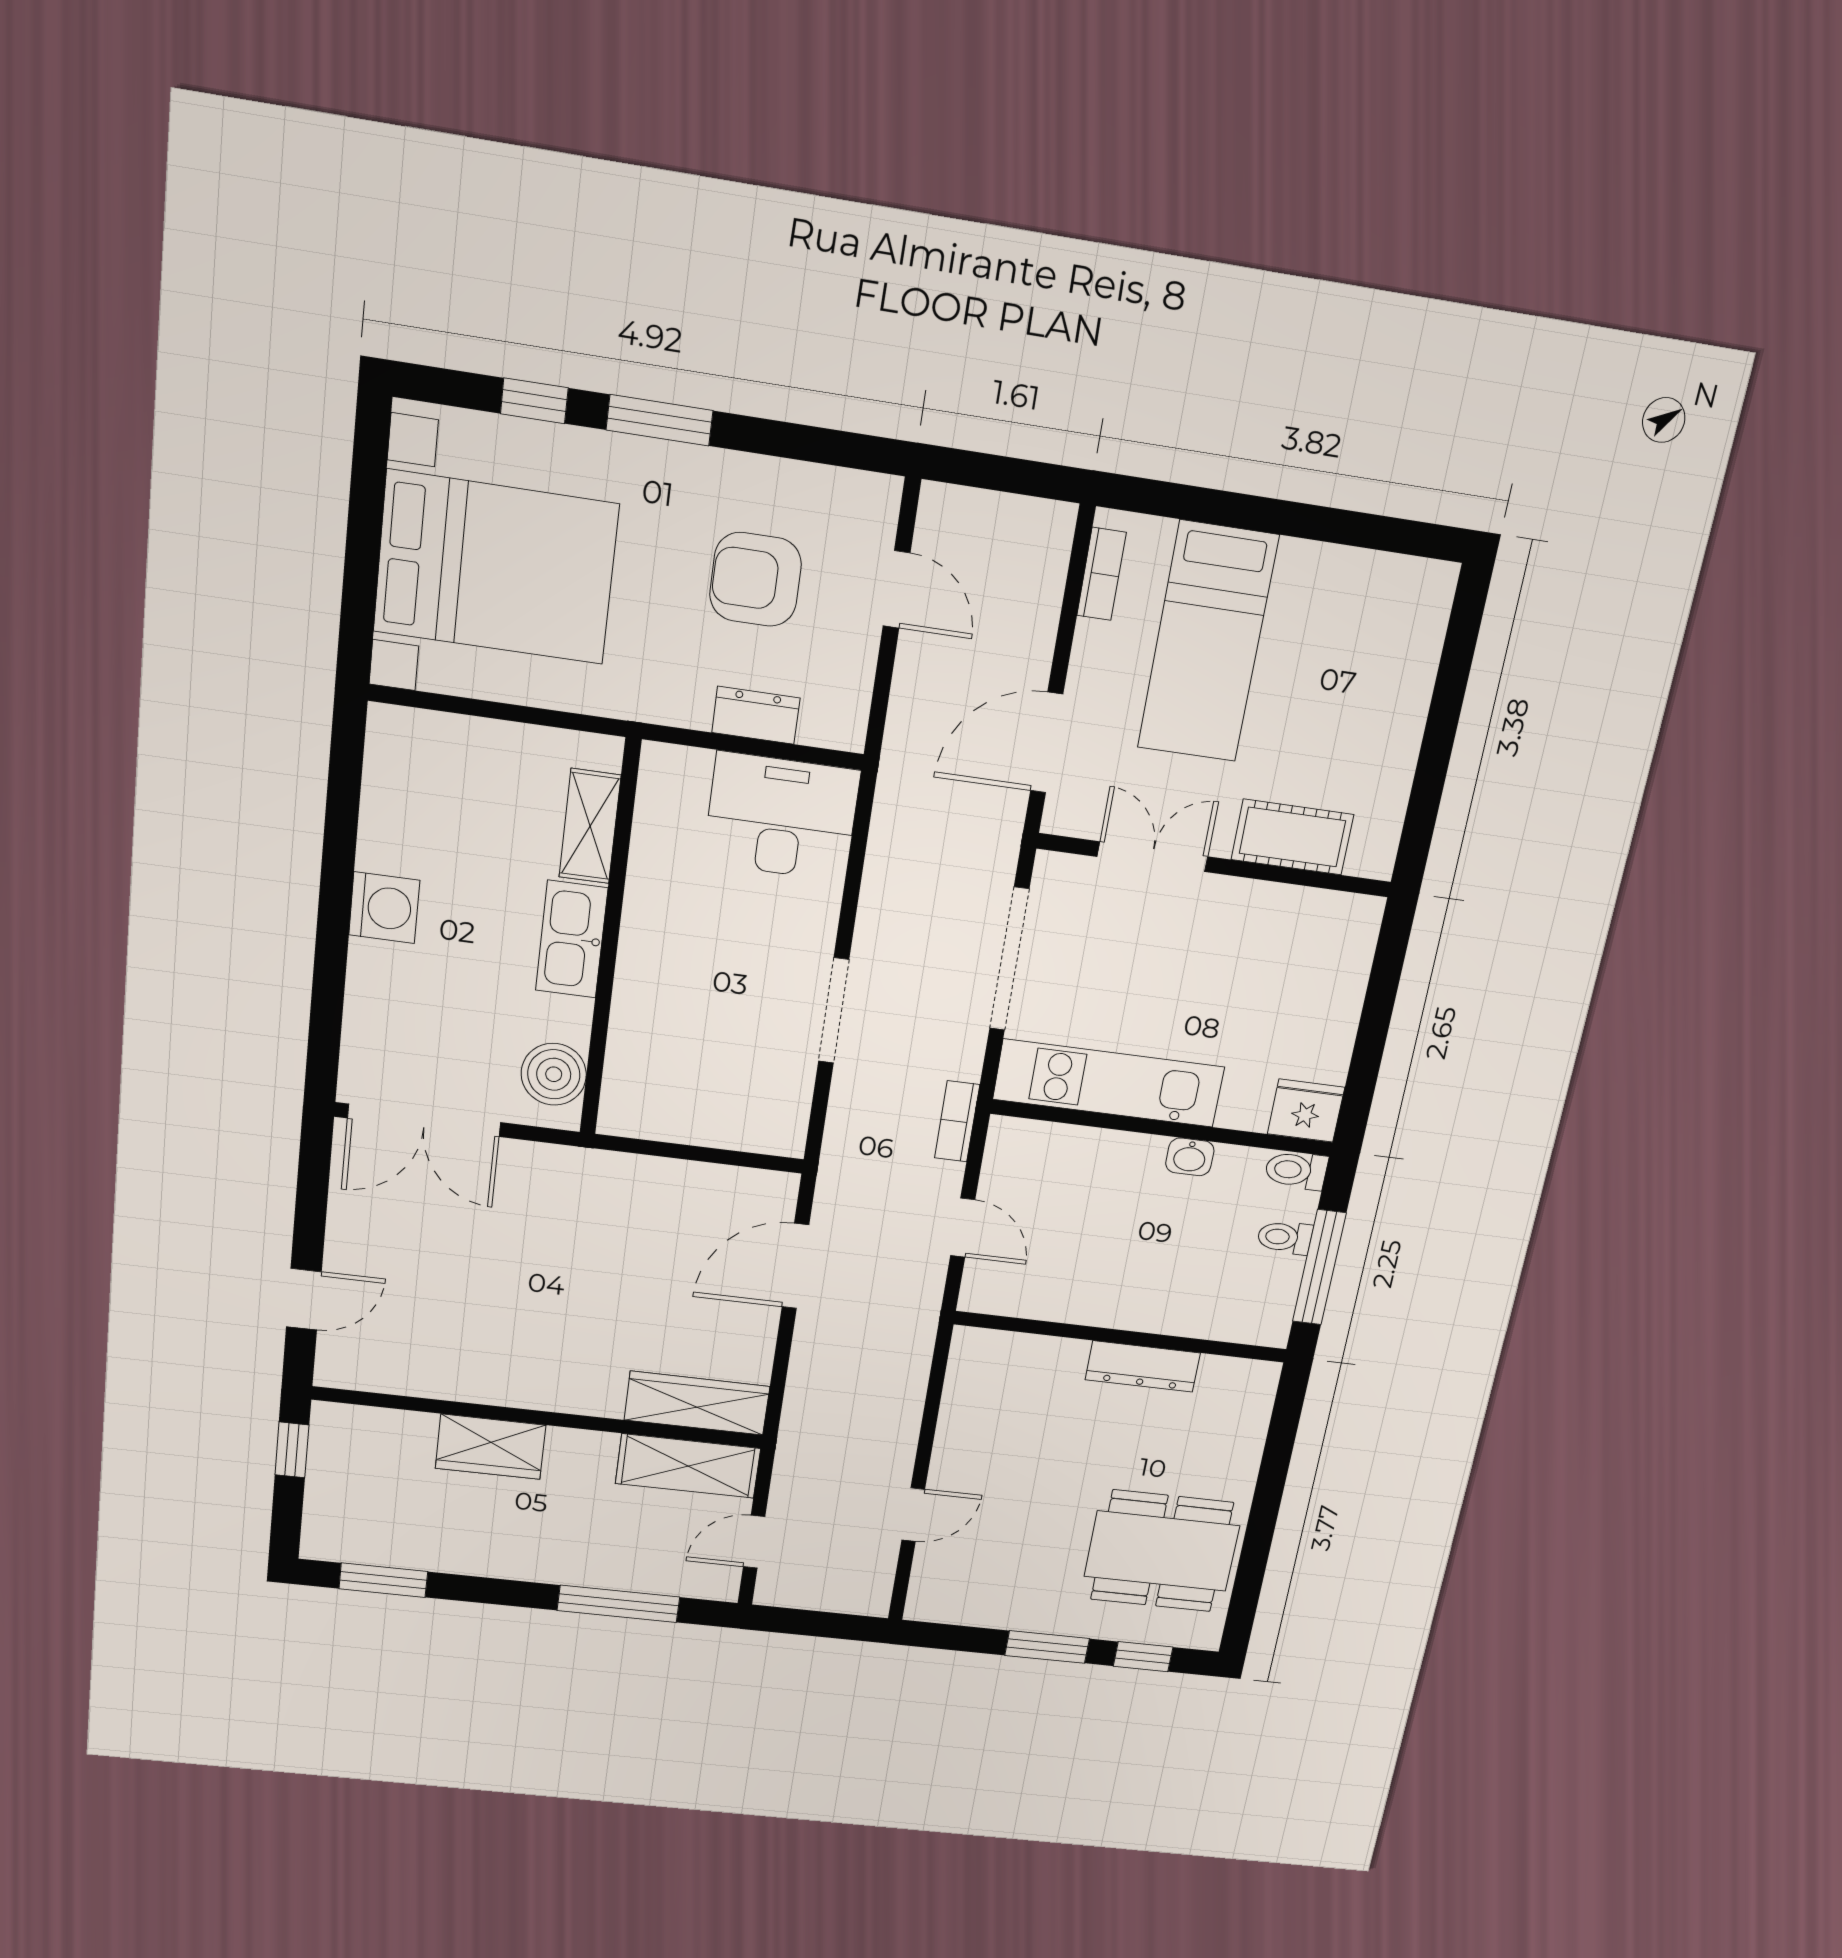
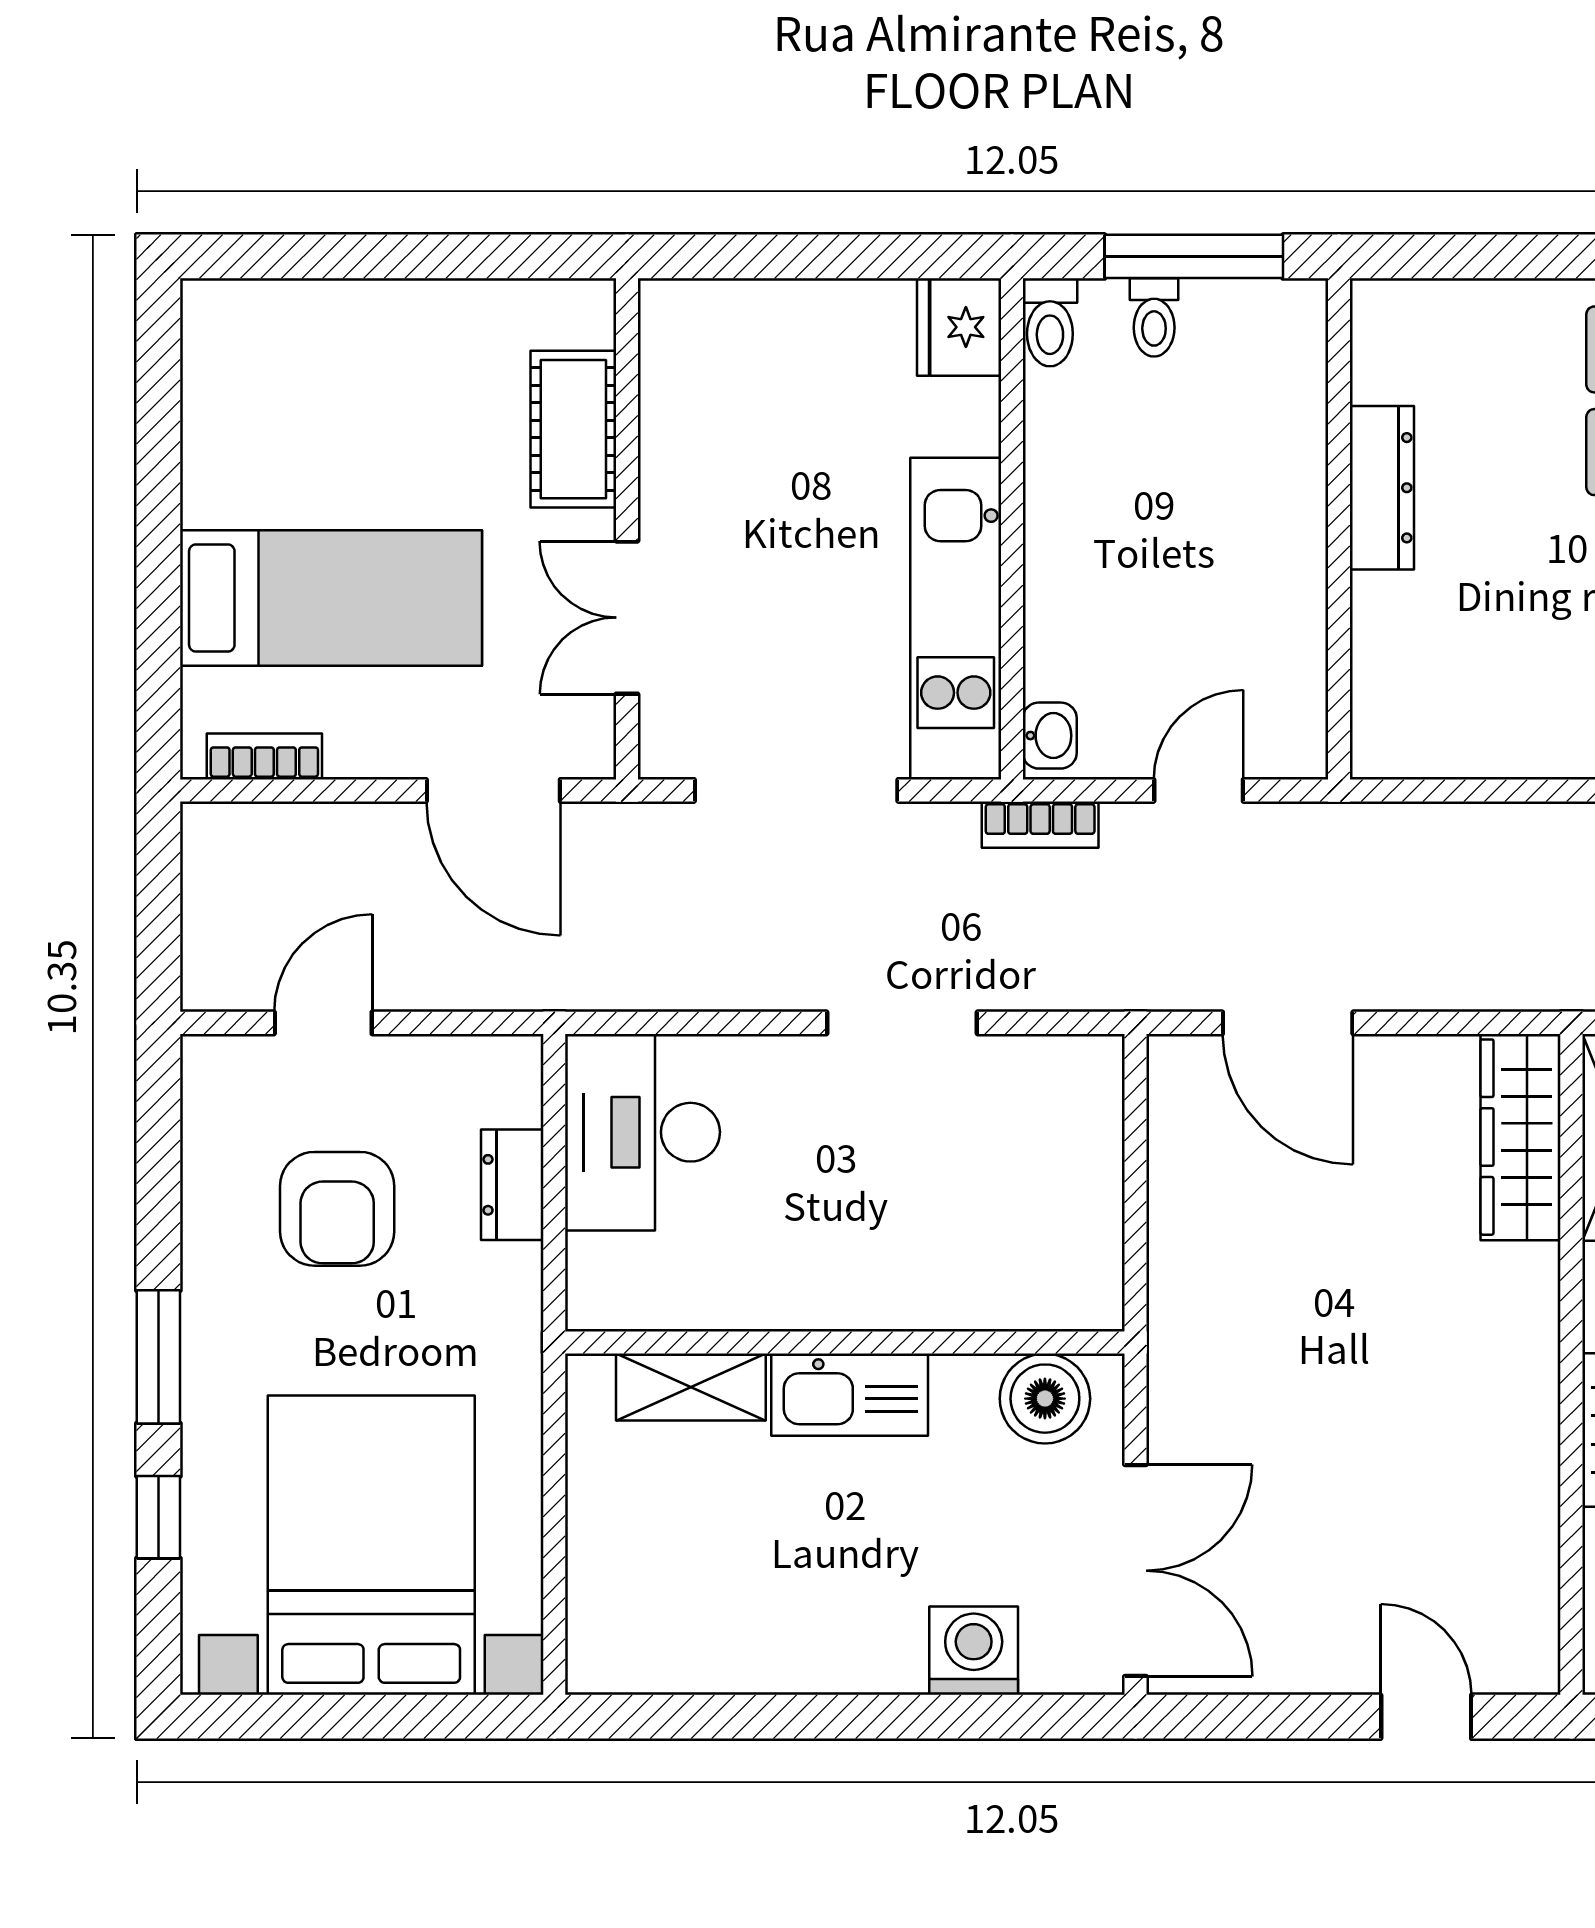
washing machine: (384, 908) -> (974, 1651), moved
washbasin: (1190, 1157) -> (1050, 736), moved

